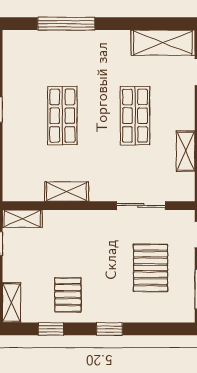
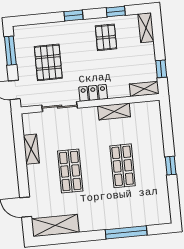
locker: (93, 220) -> (93, 93), added

